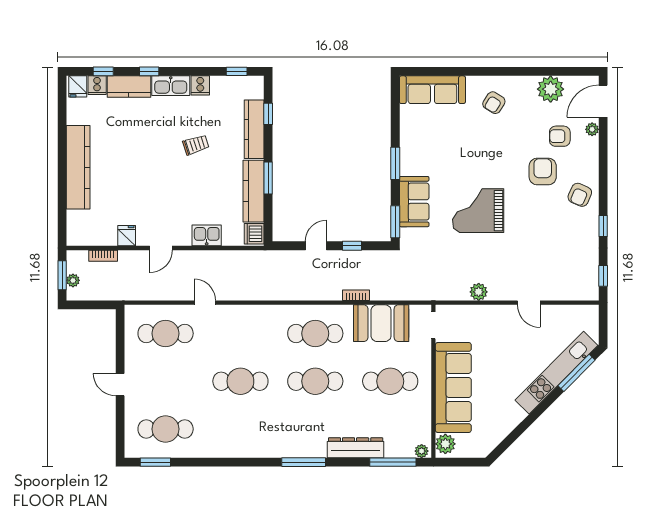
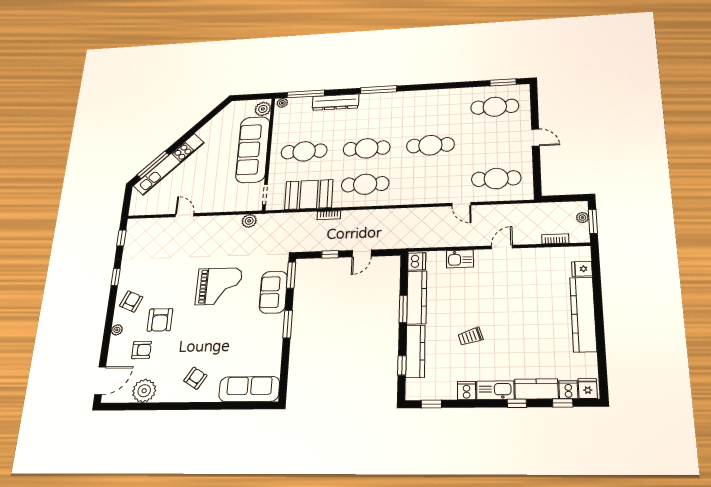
plant: (592, 129) -> (117, 330), moved
fridge: (127, 236) -> (582, 269), moved, turned 90
plant: (479, 292) -> (249, 221), moved

